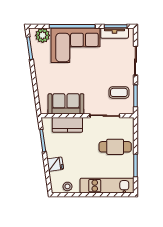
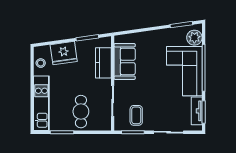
fridge: (55, 164) -> (64, 53), width x1.88, depth x1.34

